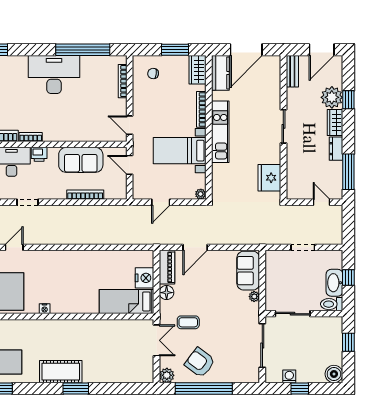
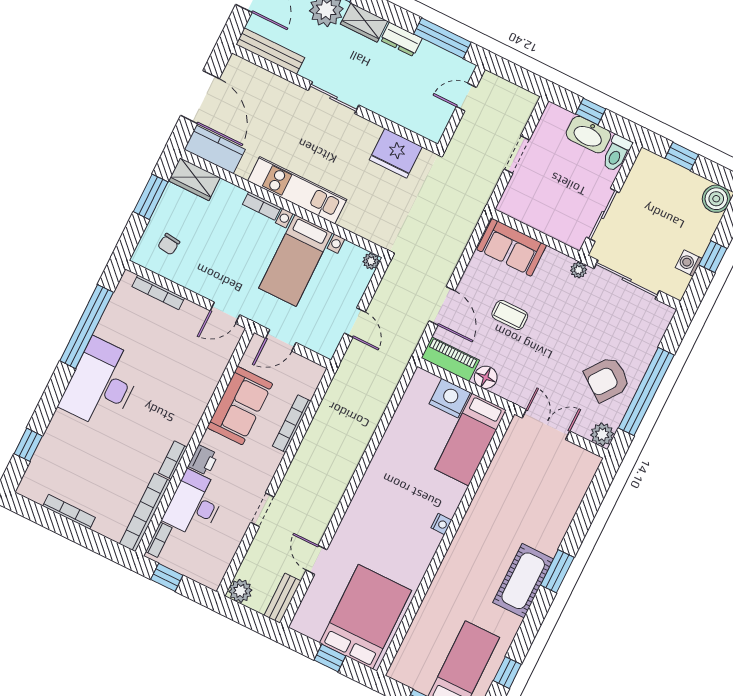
bench: (292, 71) -> (270, 51), width x1.36
bookcase: (201, 109) -> (262, 206), width x0.64
plant: (254, 297) -> (579, 270), moved
nightstand: (45, 309) -> (441, 524), moved
coffee table: (188, 322) -> (510, 315), moved, turned 90

